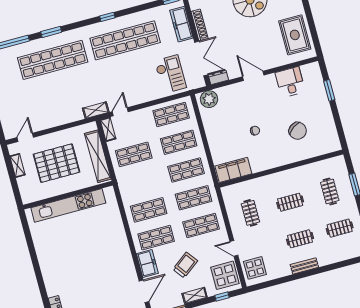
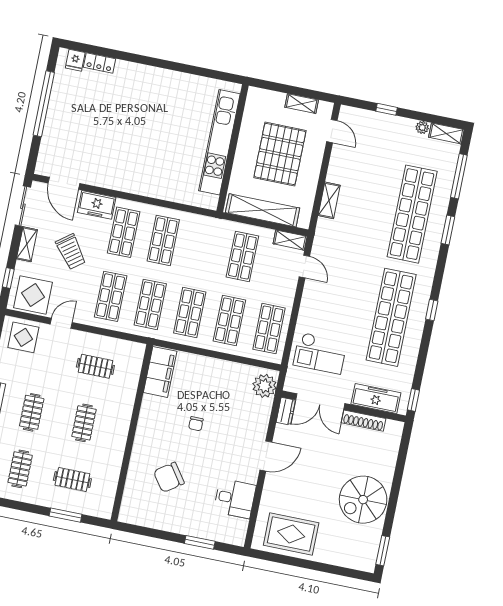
shelving: (96, 110) -> (329, 200), moved

